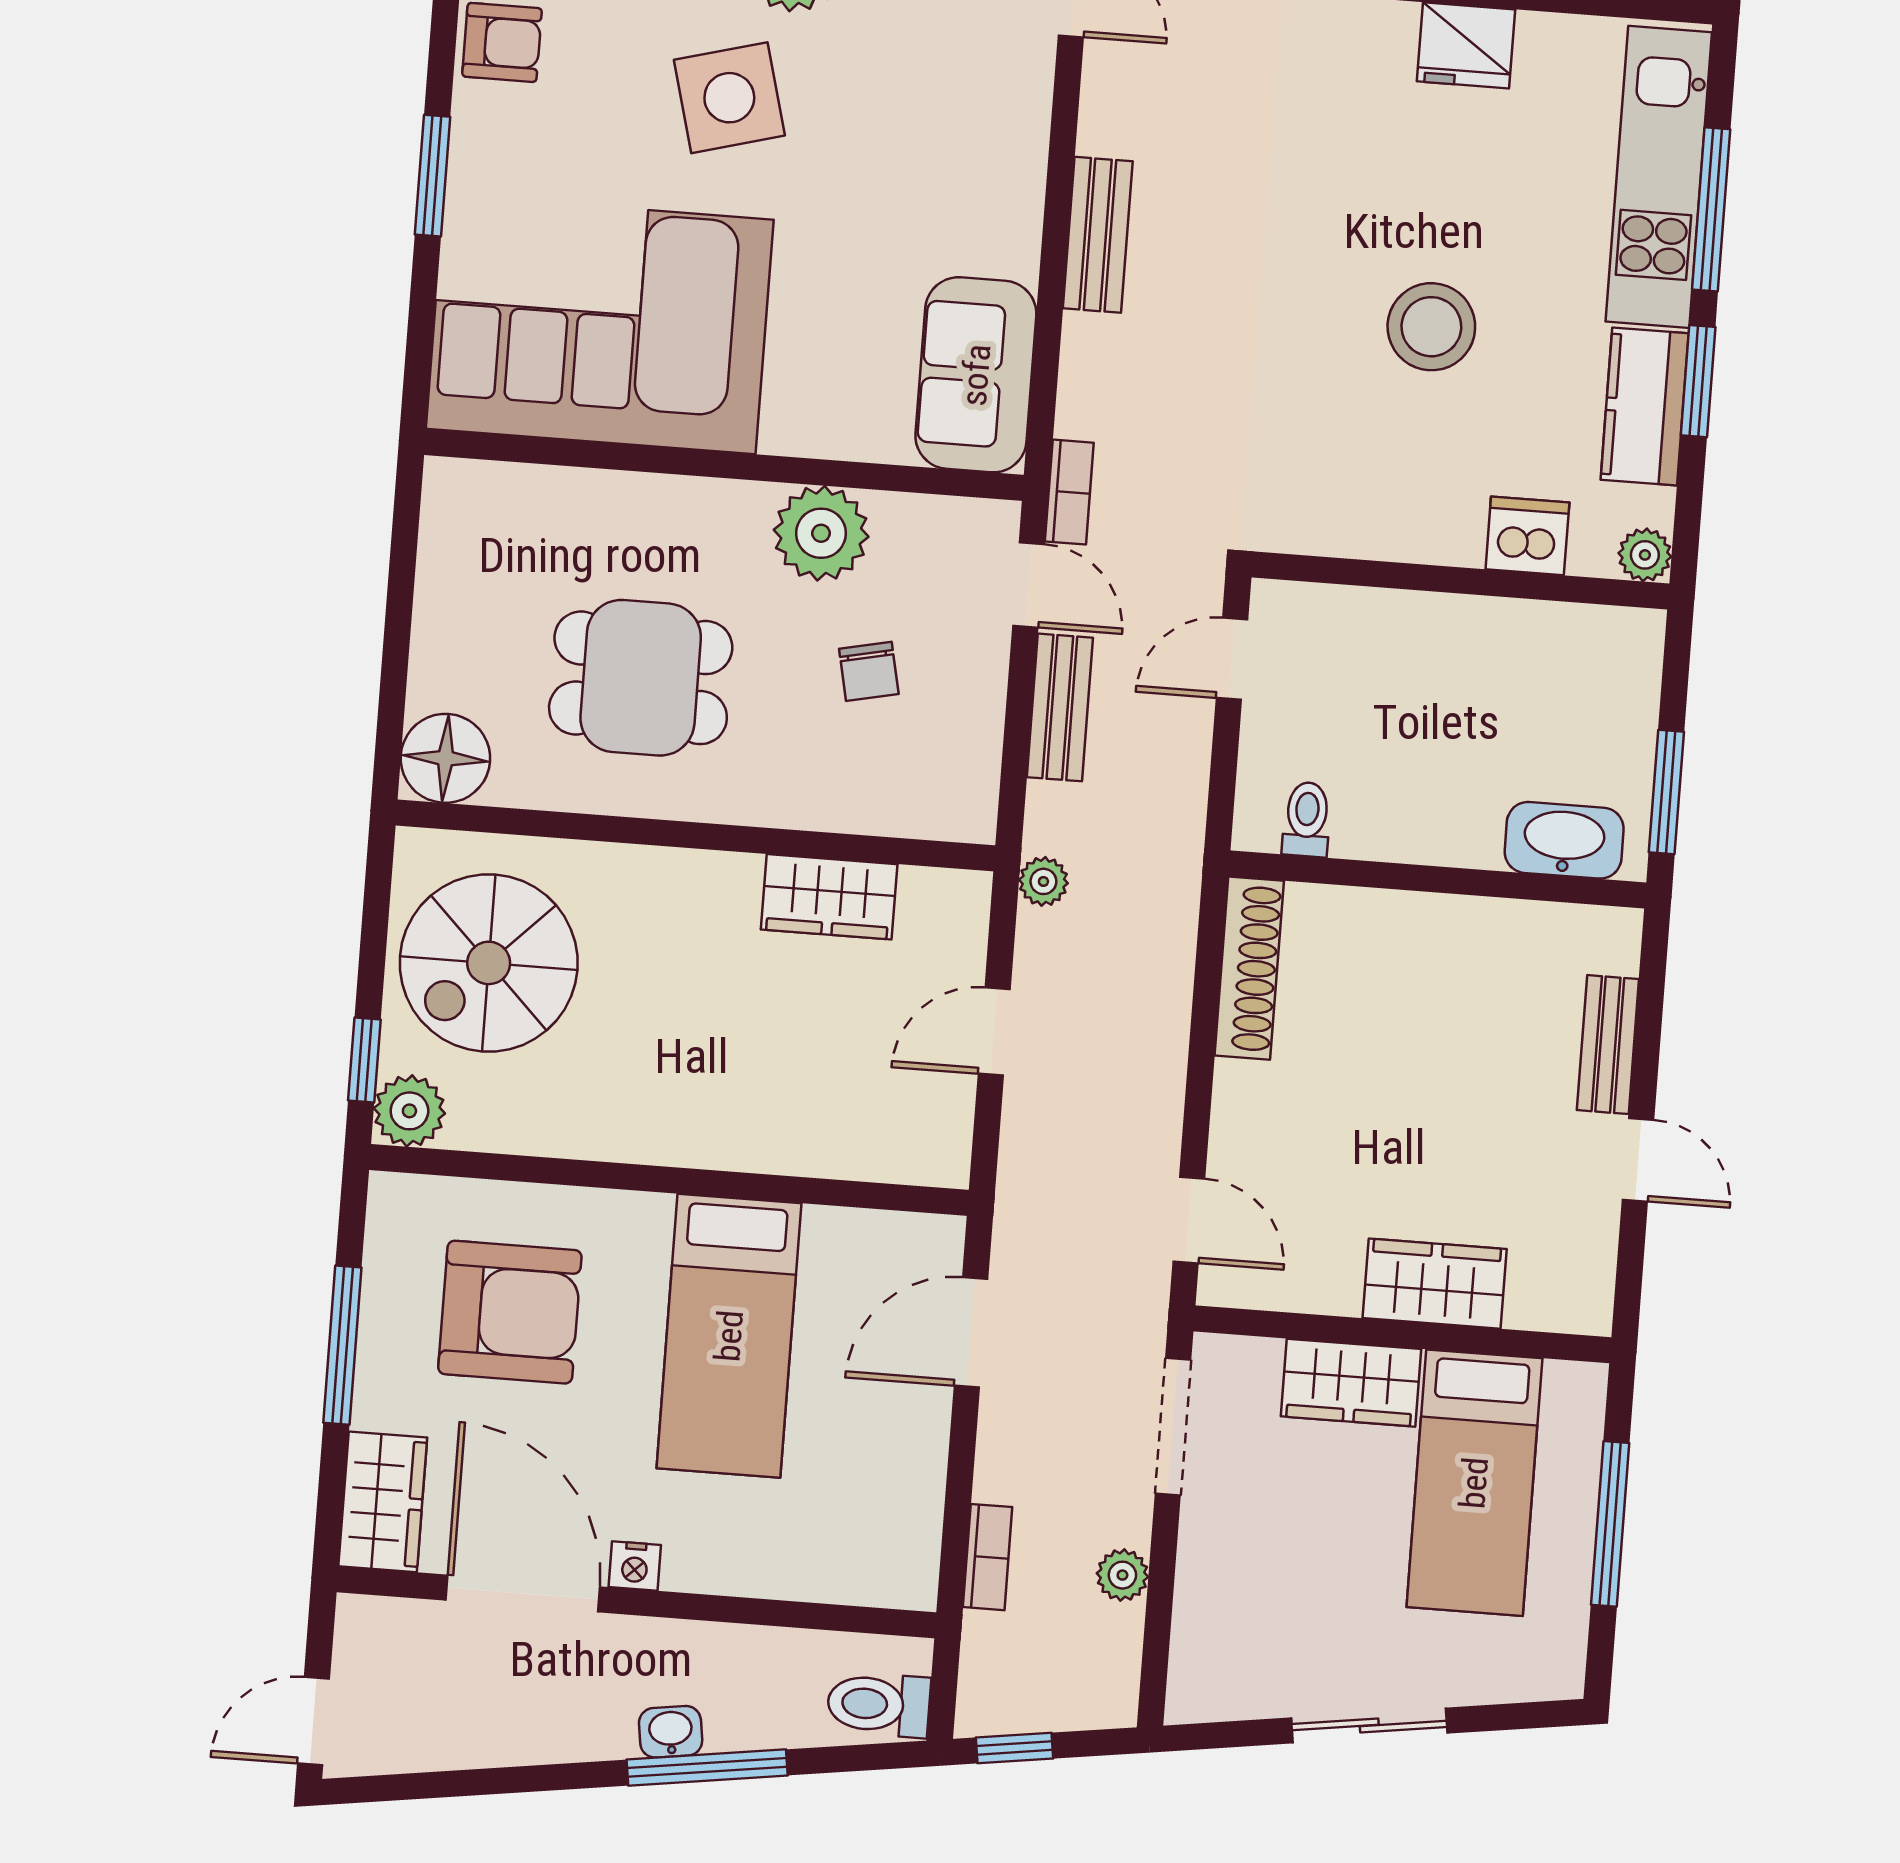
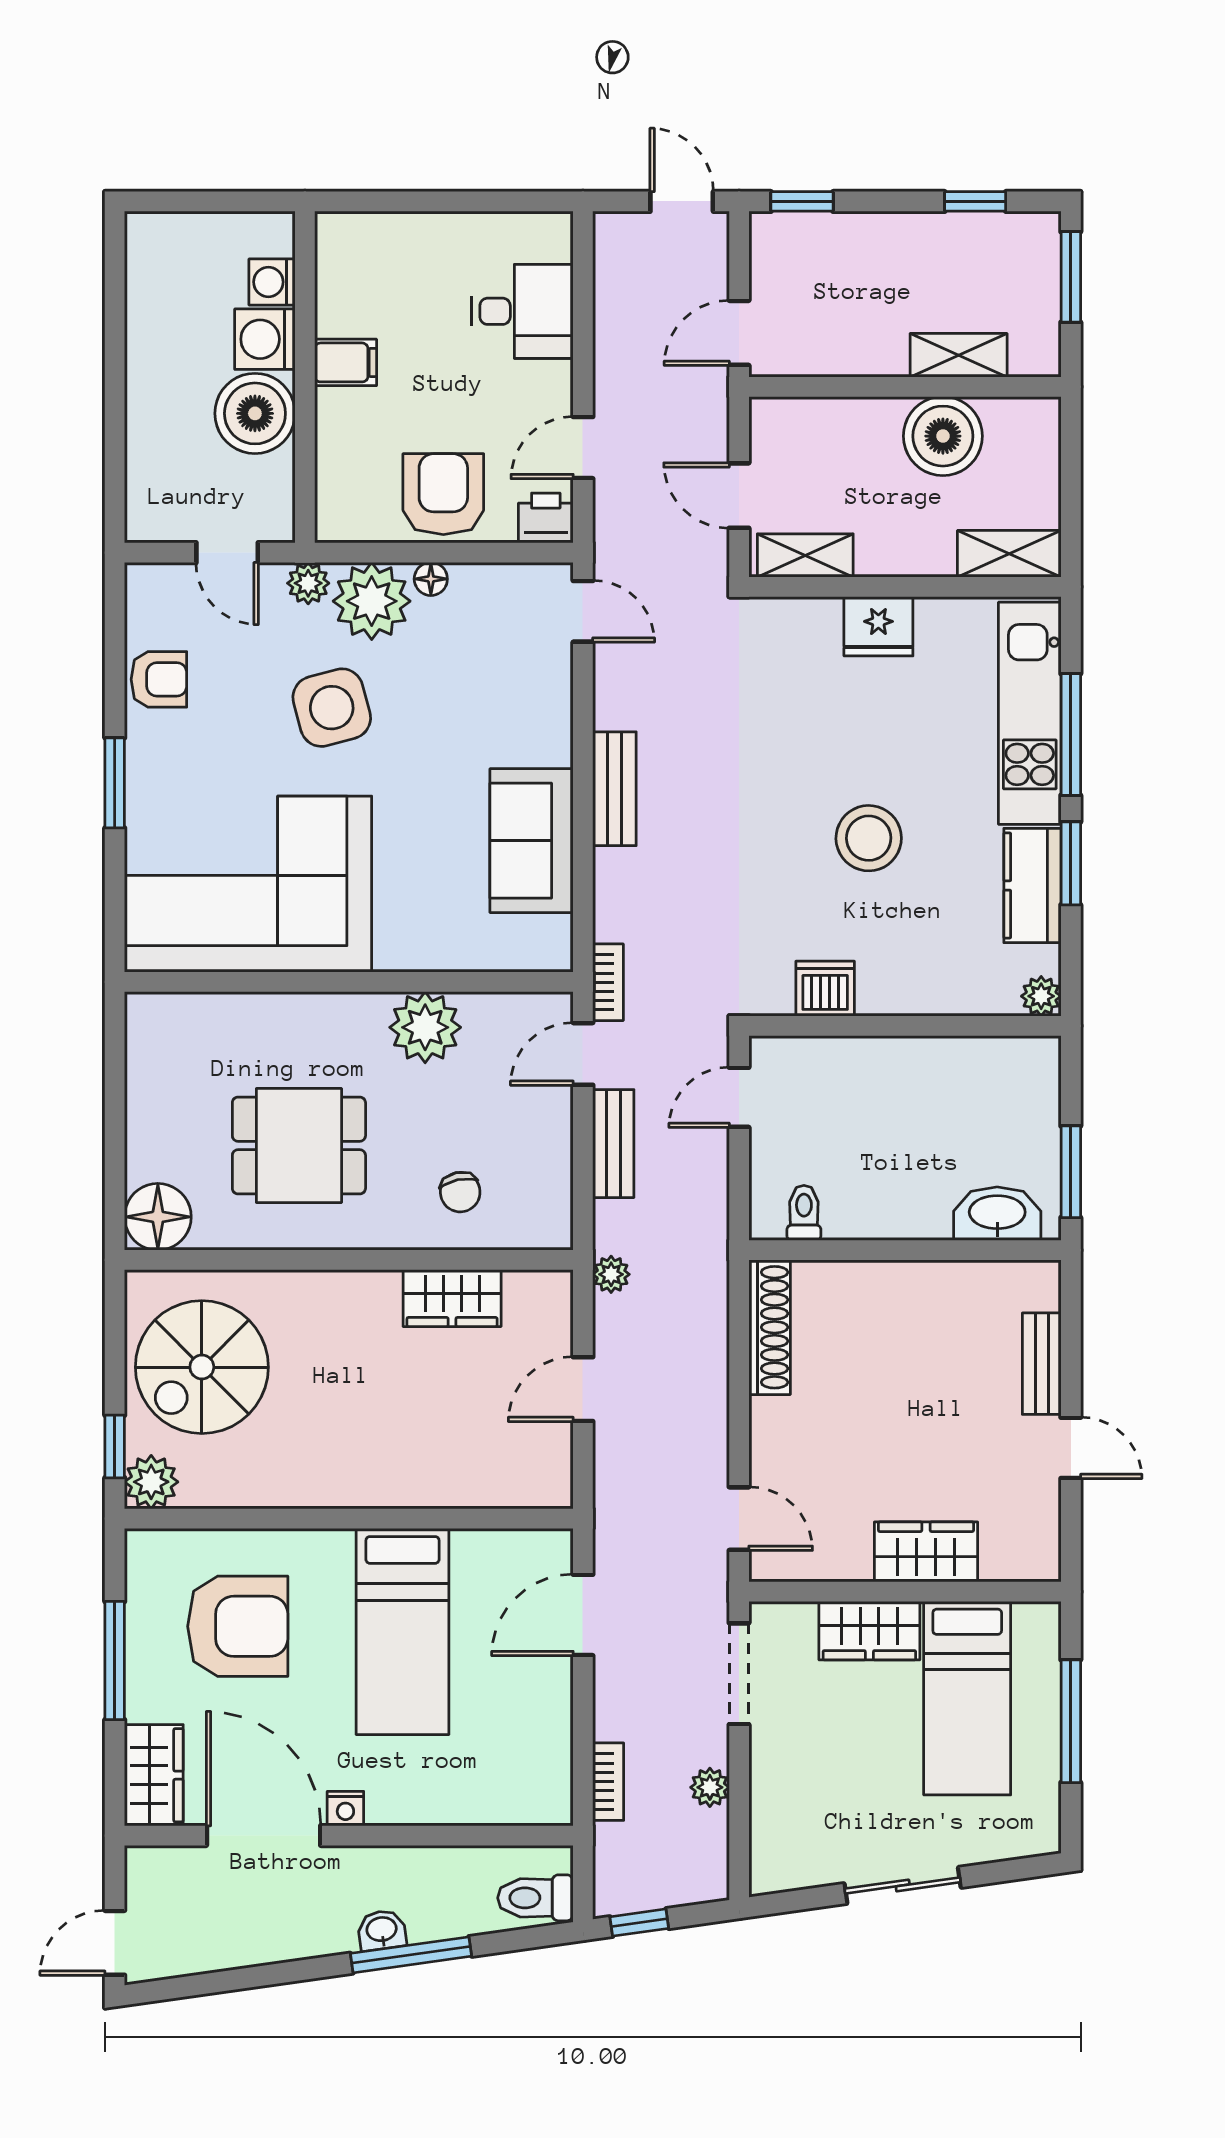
sofa: (976, 375) -> (532, 841), moved
dishwasher: (1527, 536) -> (825, 989), moved
door: (1029, 585) -> (583, 1054), swing flipped
chair: (869, 671) -> (460, 1192), moved

